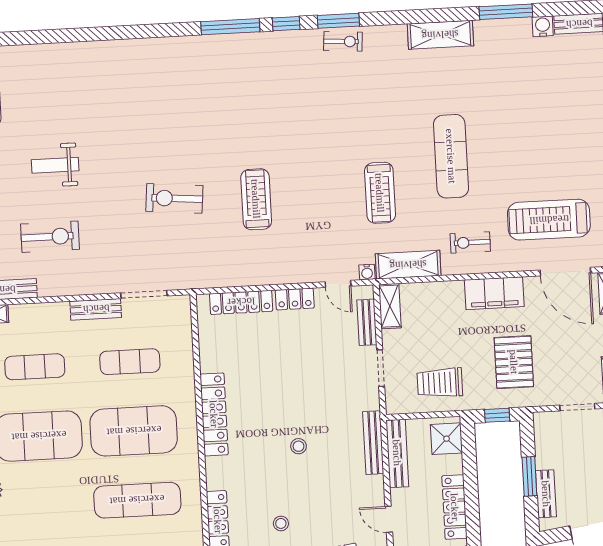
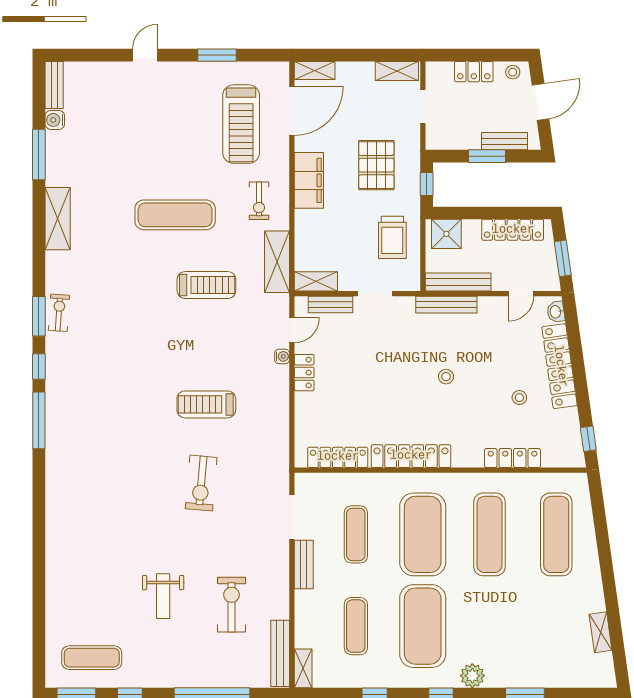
water cooler: (367, 272) -> (282, 356), moved
locker: (241, 302) -> (338, 457), moved, turned -90
pallet: (514, 362) -> (376, 165), turned 90

